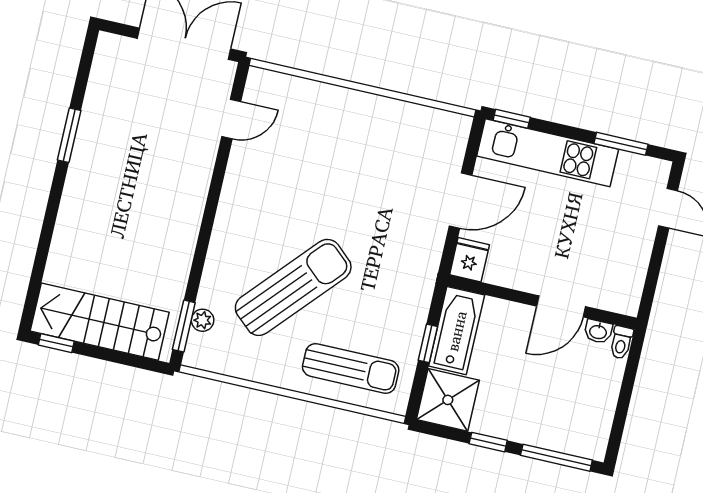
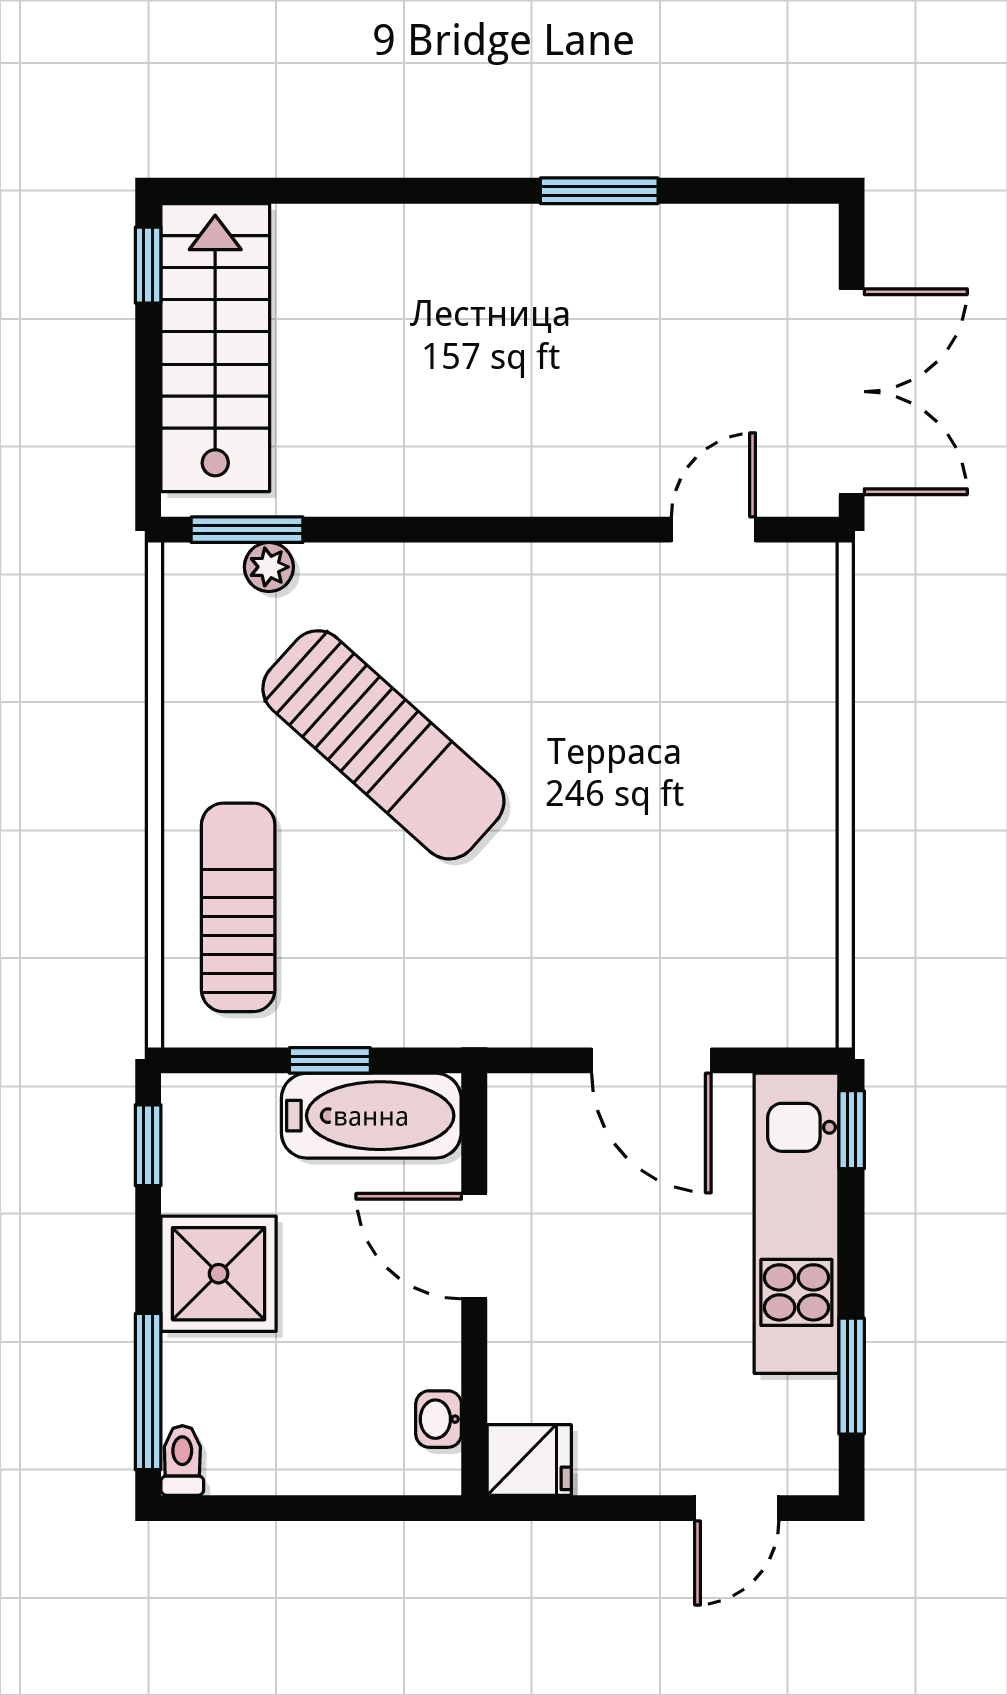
door: (231, 119) -> (713, 530), swing flipped
fridge: (470, 260) -> (529, 1460), moved
door: (561, 306) -> (474, 1246), moved
toilet: (621, 342) -> (182, 1460), moved, turned 90
sun lounger: (351, 368) -> (238, 907), turned 180
shower: (448, 400) -> (219, 1274), moved
window: (488, 442) -> (148, 1145), moved

